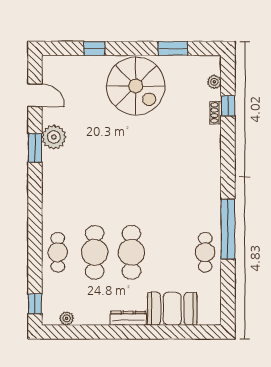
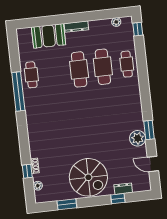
dresser: (85, 63) -> (123, 189), added
spiral stairs: (136, 86) -> (88, 177), turned 180

